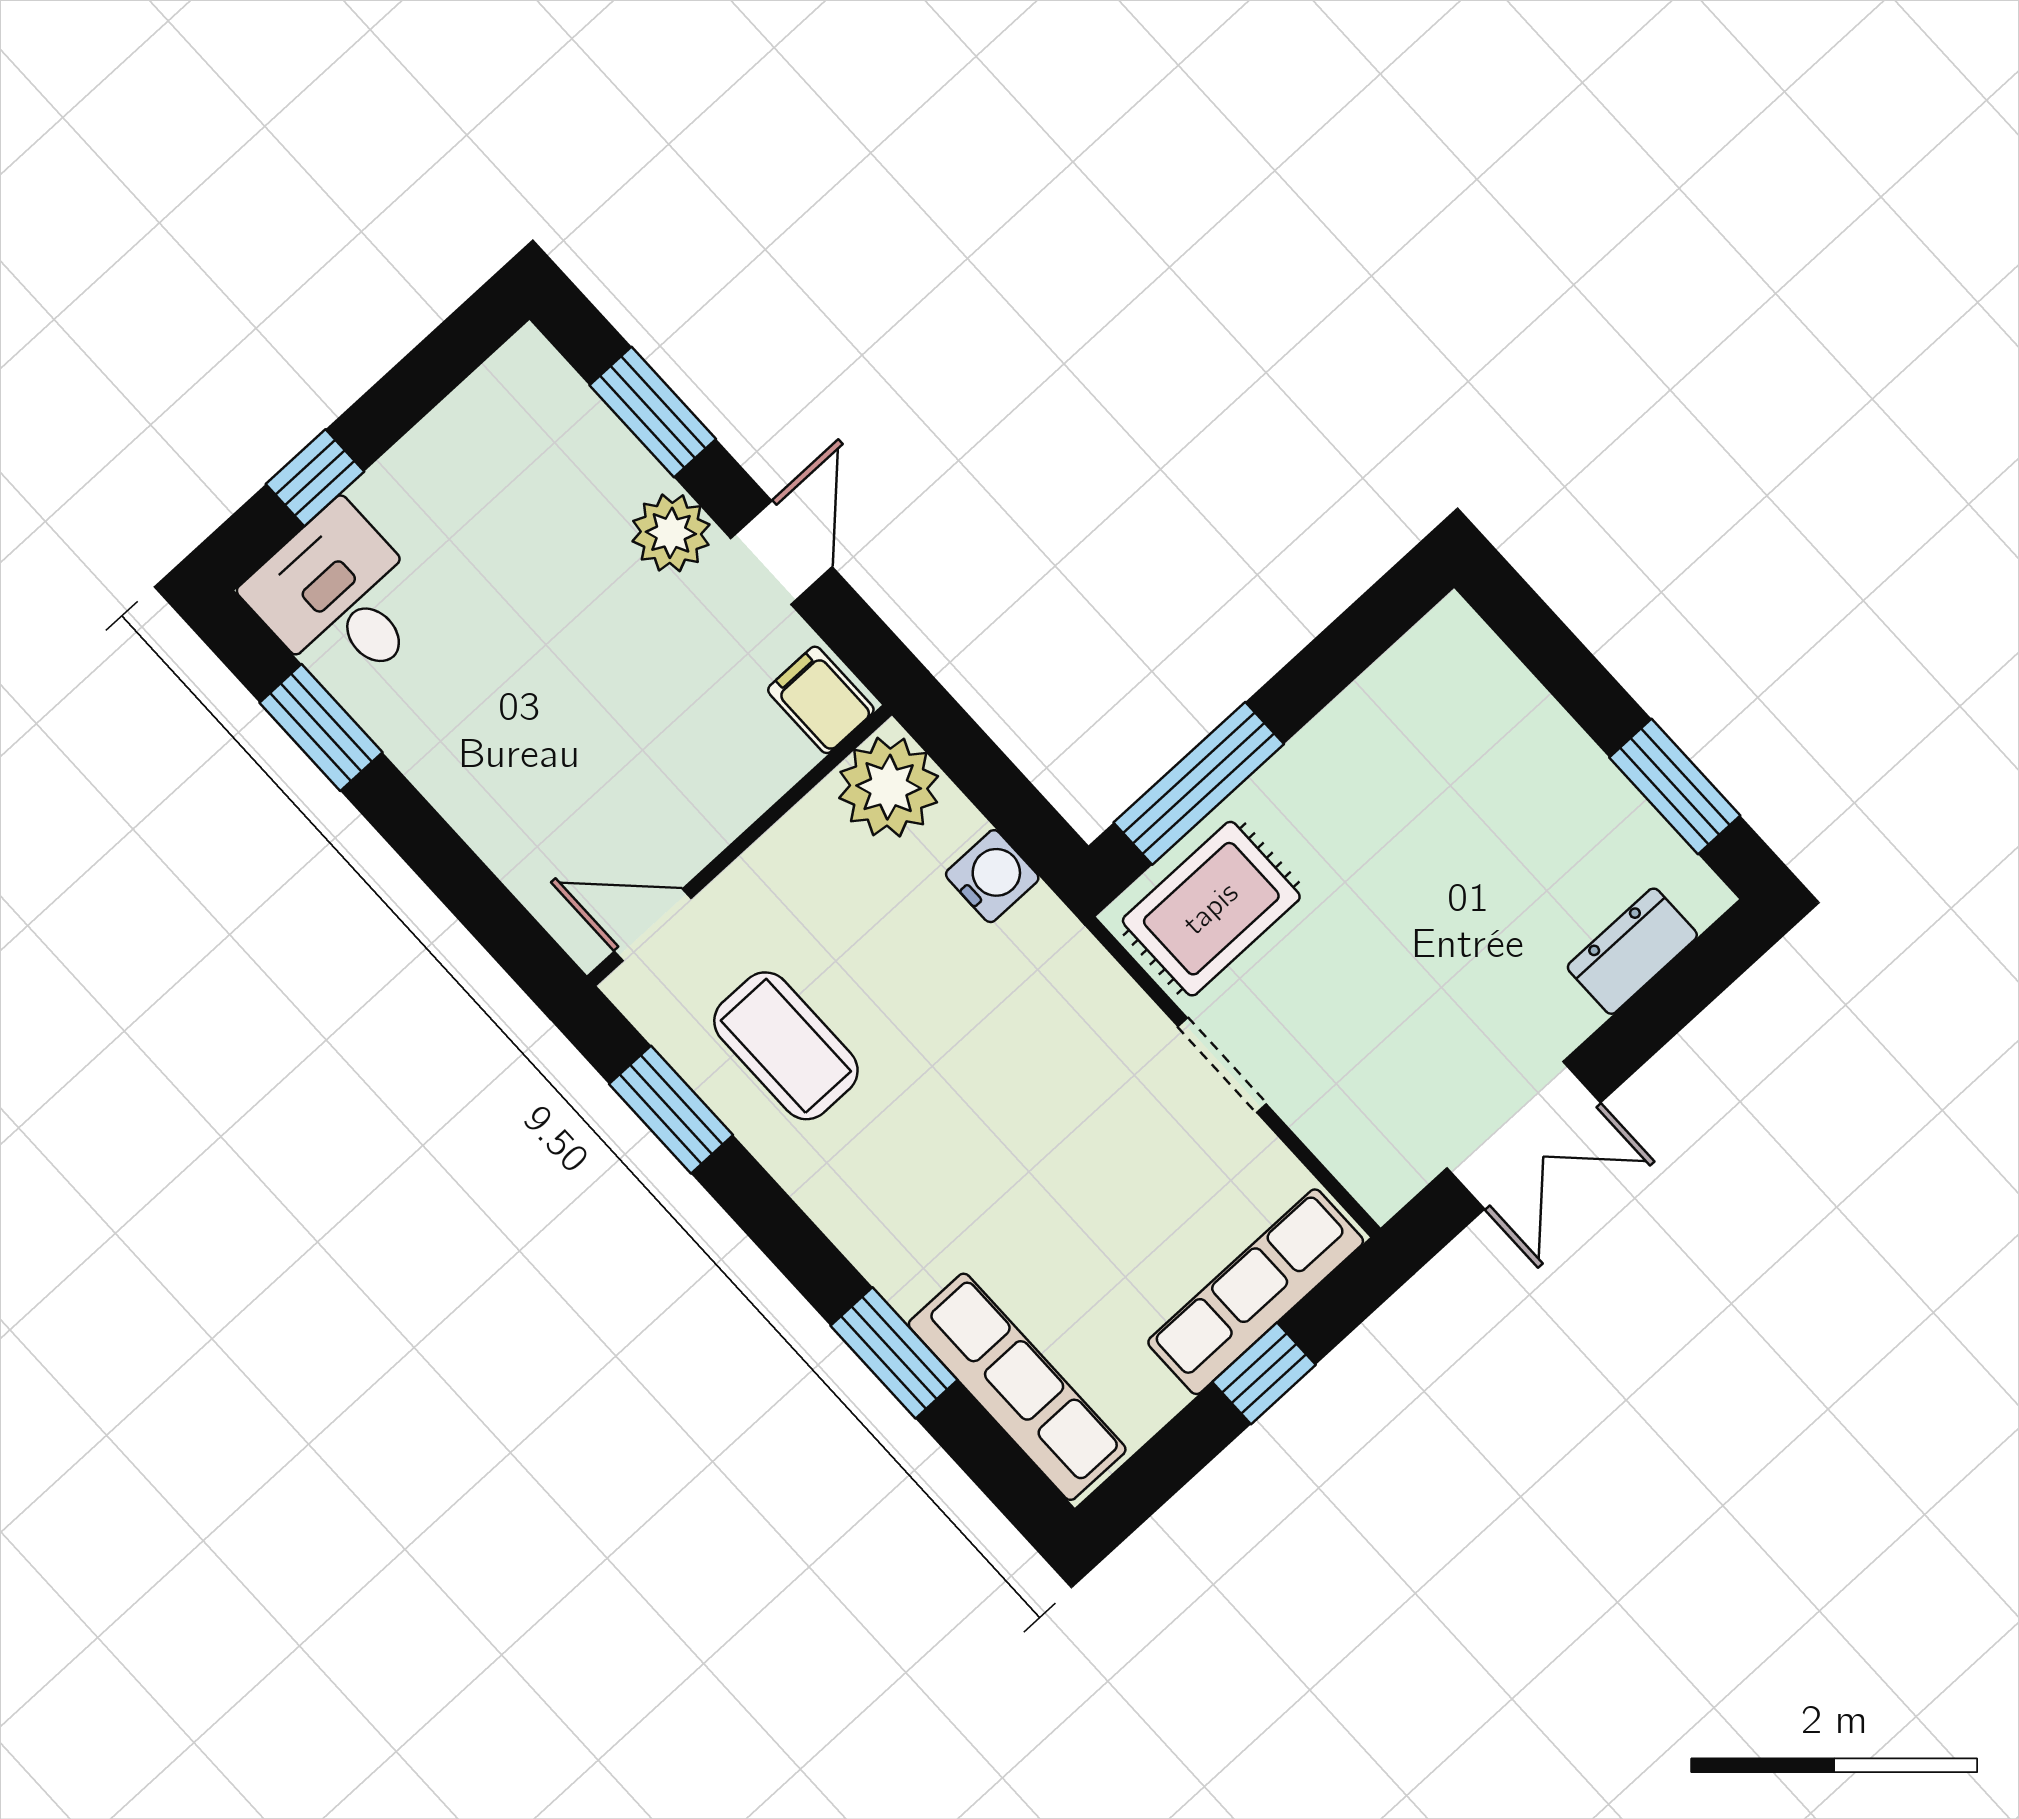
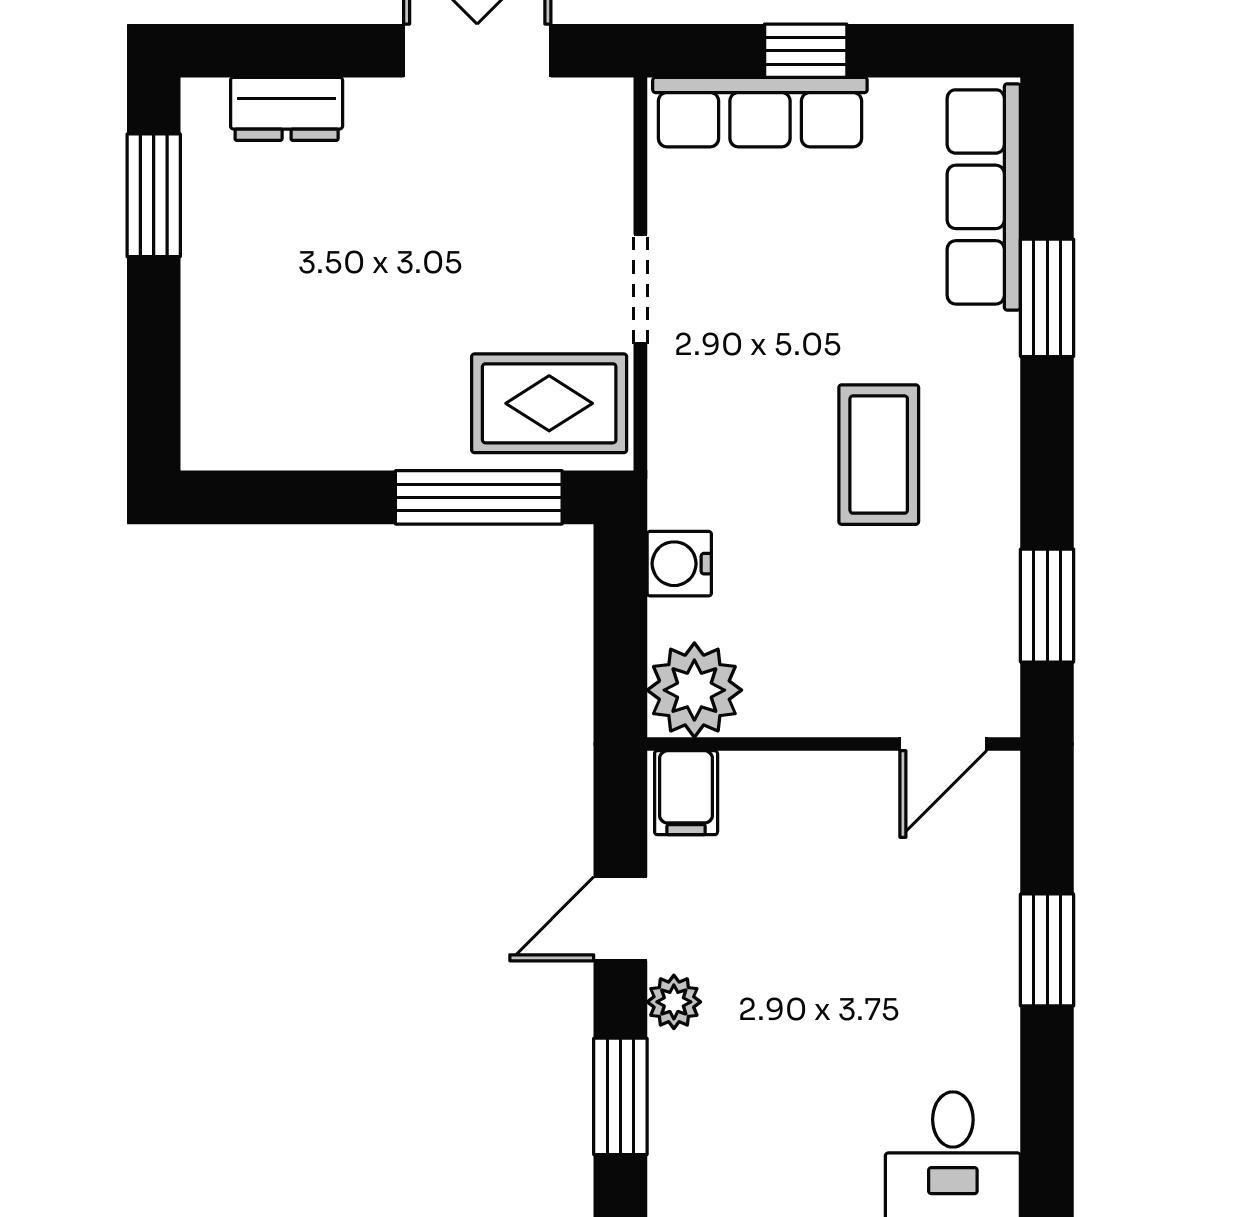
plant: (671, 533) -> (674, 1002), width x0.73, depth x0.73
window: (321, 727) -> (1047, 950), moved
door: (653, 925) -> (943, 744), hinge flipped
coffee table: (786, 1046) -> (879, 455), moved

